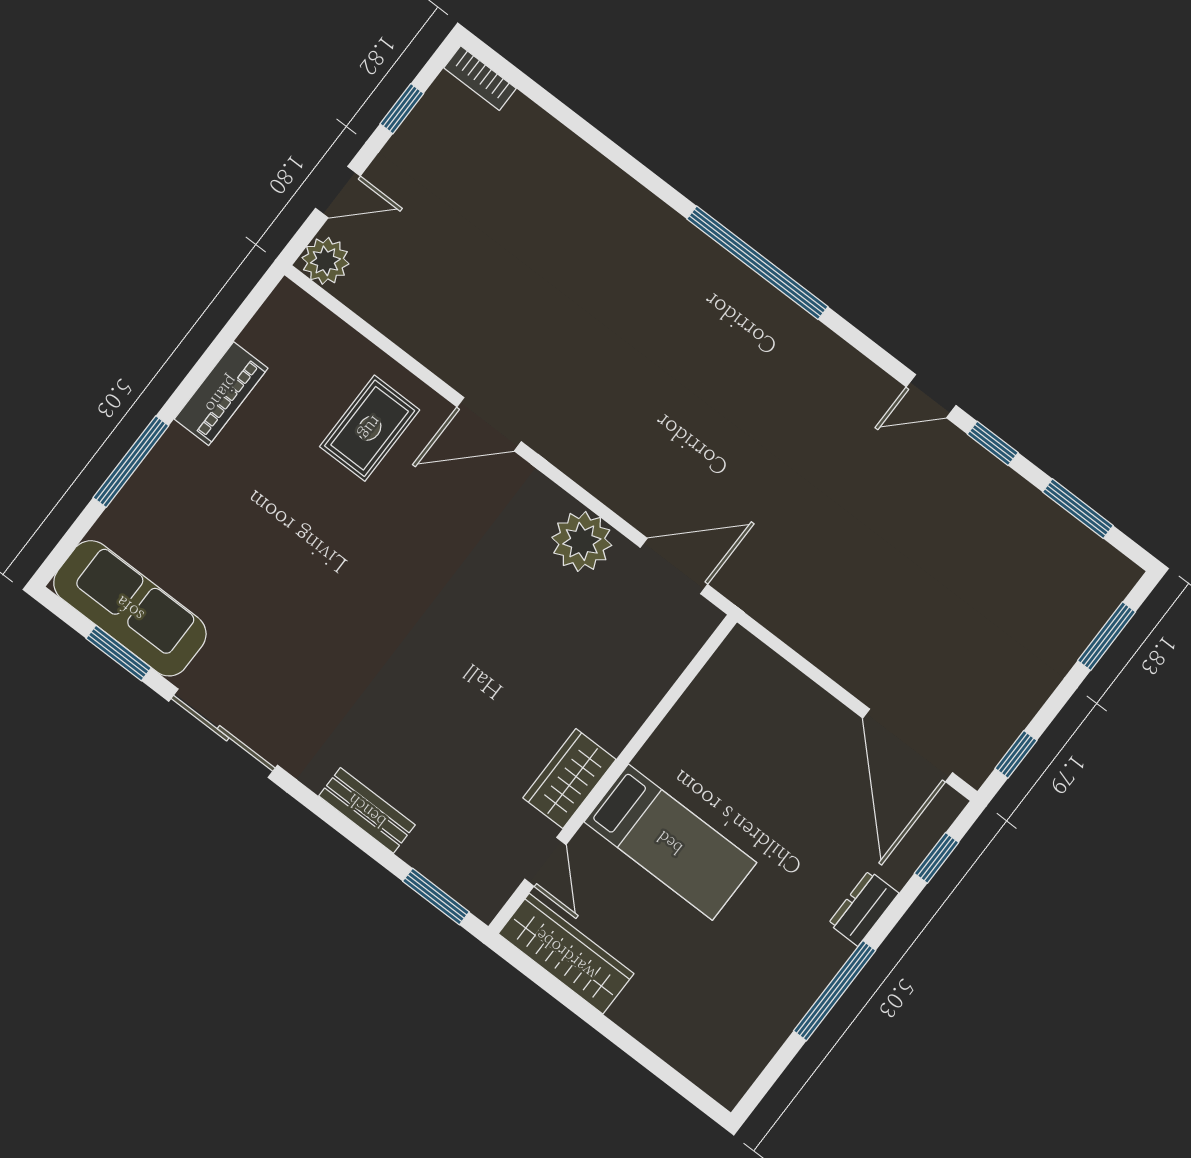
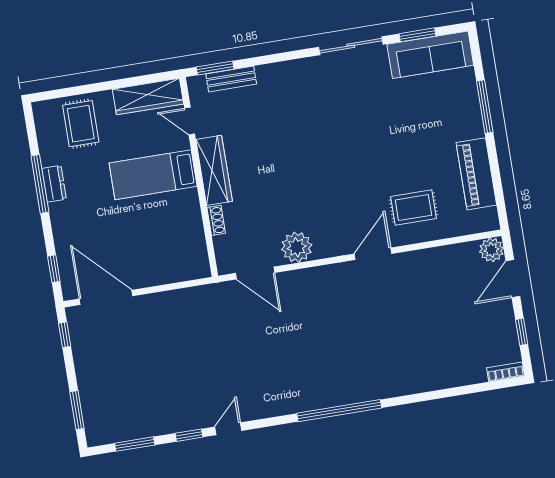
door: (338, 192) -> (513, 279), width x1.38
piano: (221, 394) -> (476, 174), width x1.37, depth x1.33
rug: (370, 428) -> (413, 208), turned 90
door: (674, 566) -> (255, 273), hinge flipped
shoe rack: (651, 692) -> (216, 220), added
wardrobe: (569, 779) -> (214, 170), width x1.50
bench: (367, 810) -> (231, 79), moved
dresser: (863, 908) -> (54, 184), moved
rug: (694, 1013) -> (81, 124), added

